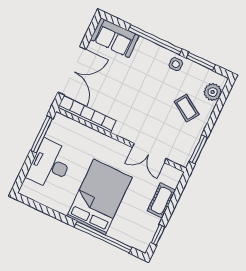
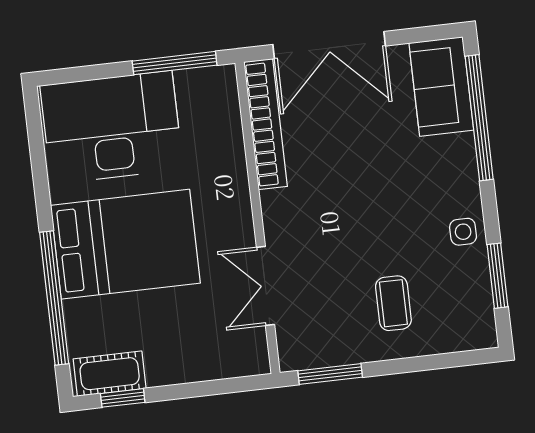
window: (155, 40) -> (479, 118), moved
plant: (213, 92) -> (454, 333), removed
coffee table: (186, 108) -> (393, 303), turned -33
desk: (50, 165) -> (112, 127), width x1.36, depth x1.30
cot: (161, 201) -> (110, 374), moved

